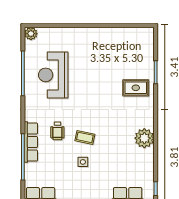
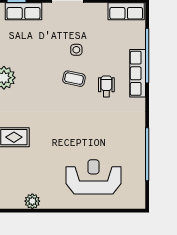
plant: (31, 34) -> (32, 201), moved
reception desk: (53, 75) -> (93, 177), moved, turned -90

